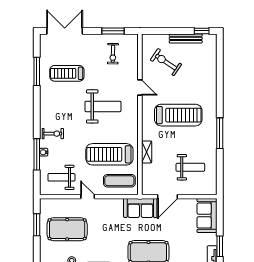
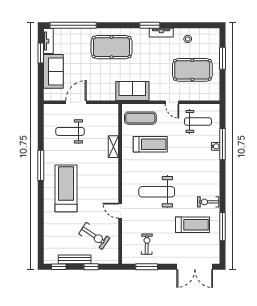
window: (169, 31) -> (91, 267), added
treadmill: (178, 115) -> (66, 188), moved, turned 90
exercise bike: (53, 134) -> (208, 202), moved
treadmill: (109, 154) -> (150, 144), width x0.73, depth x0.73
door: (167, 197) -> (76, 102), moved
sofa: (140, 208) -> (132, 91), moved
sofa: (207, 215) -> (53, 71), moved
window: (37, 225) -> (222, 58), moved

